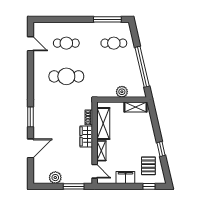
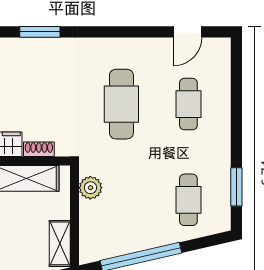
window: (107, 19) -> (236, 187), width x0.69
plant: (122, 92) -> (90, 188), moved

